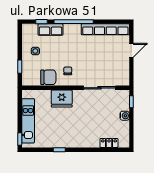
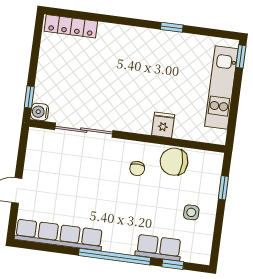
fridge: (62, 99) -> (163, 125), width x0.53, depth x0.75
water cooler: (125, 116) -> (40, 112), moved
locker: (109, 143) -> (71, 26), width x1.53

